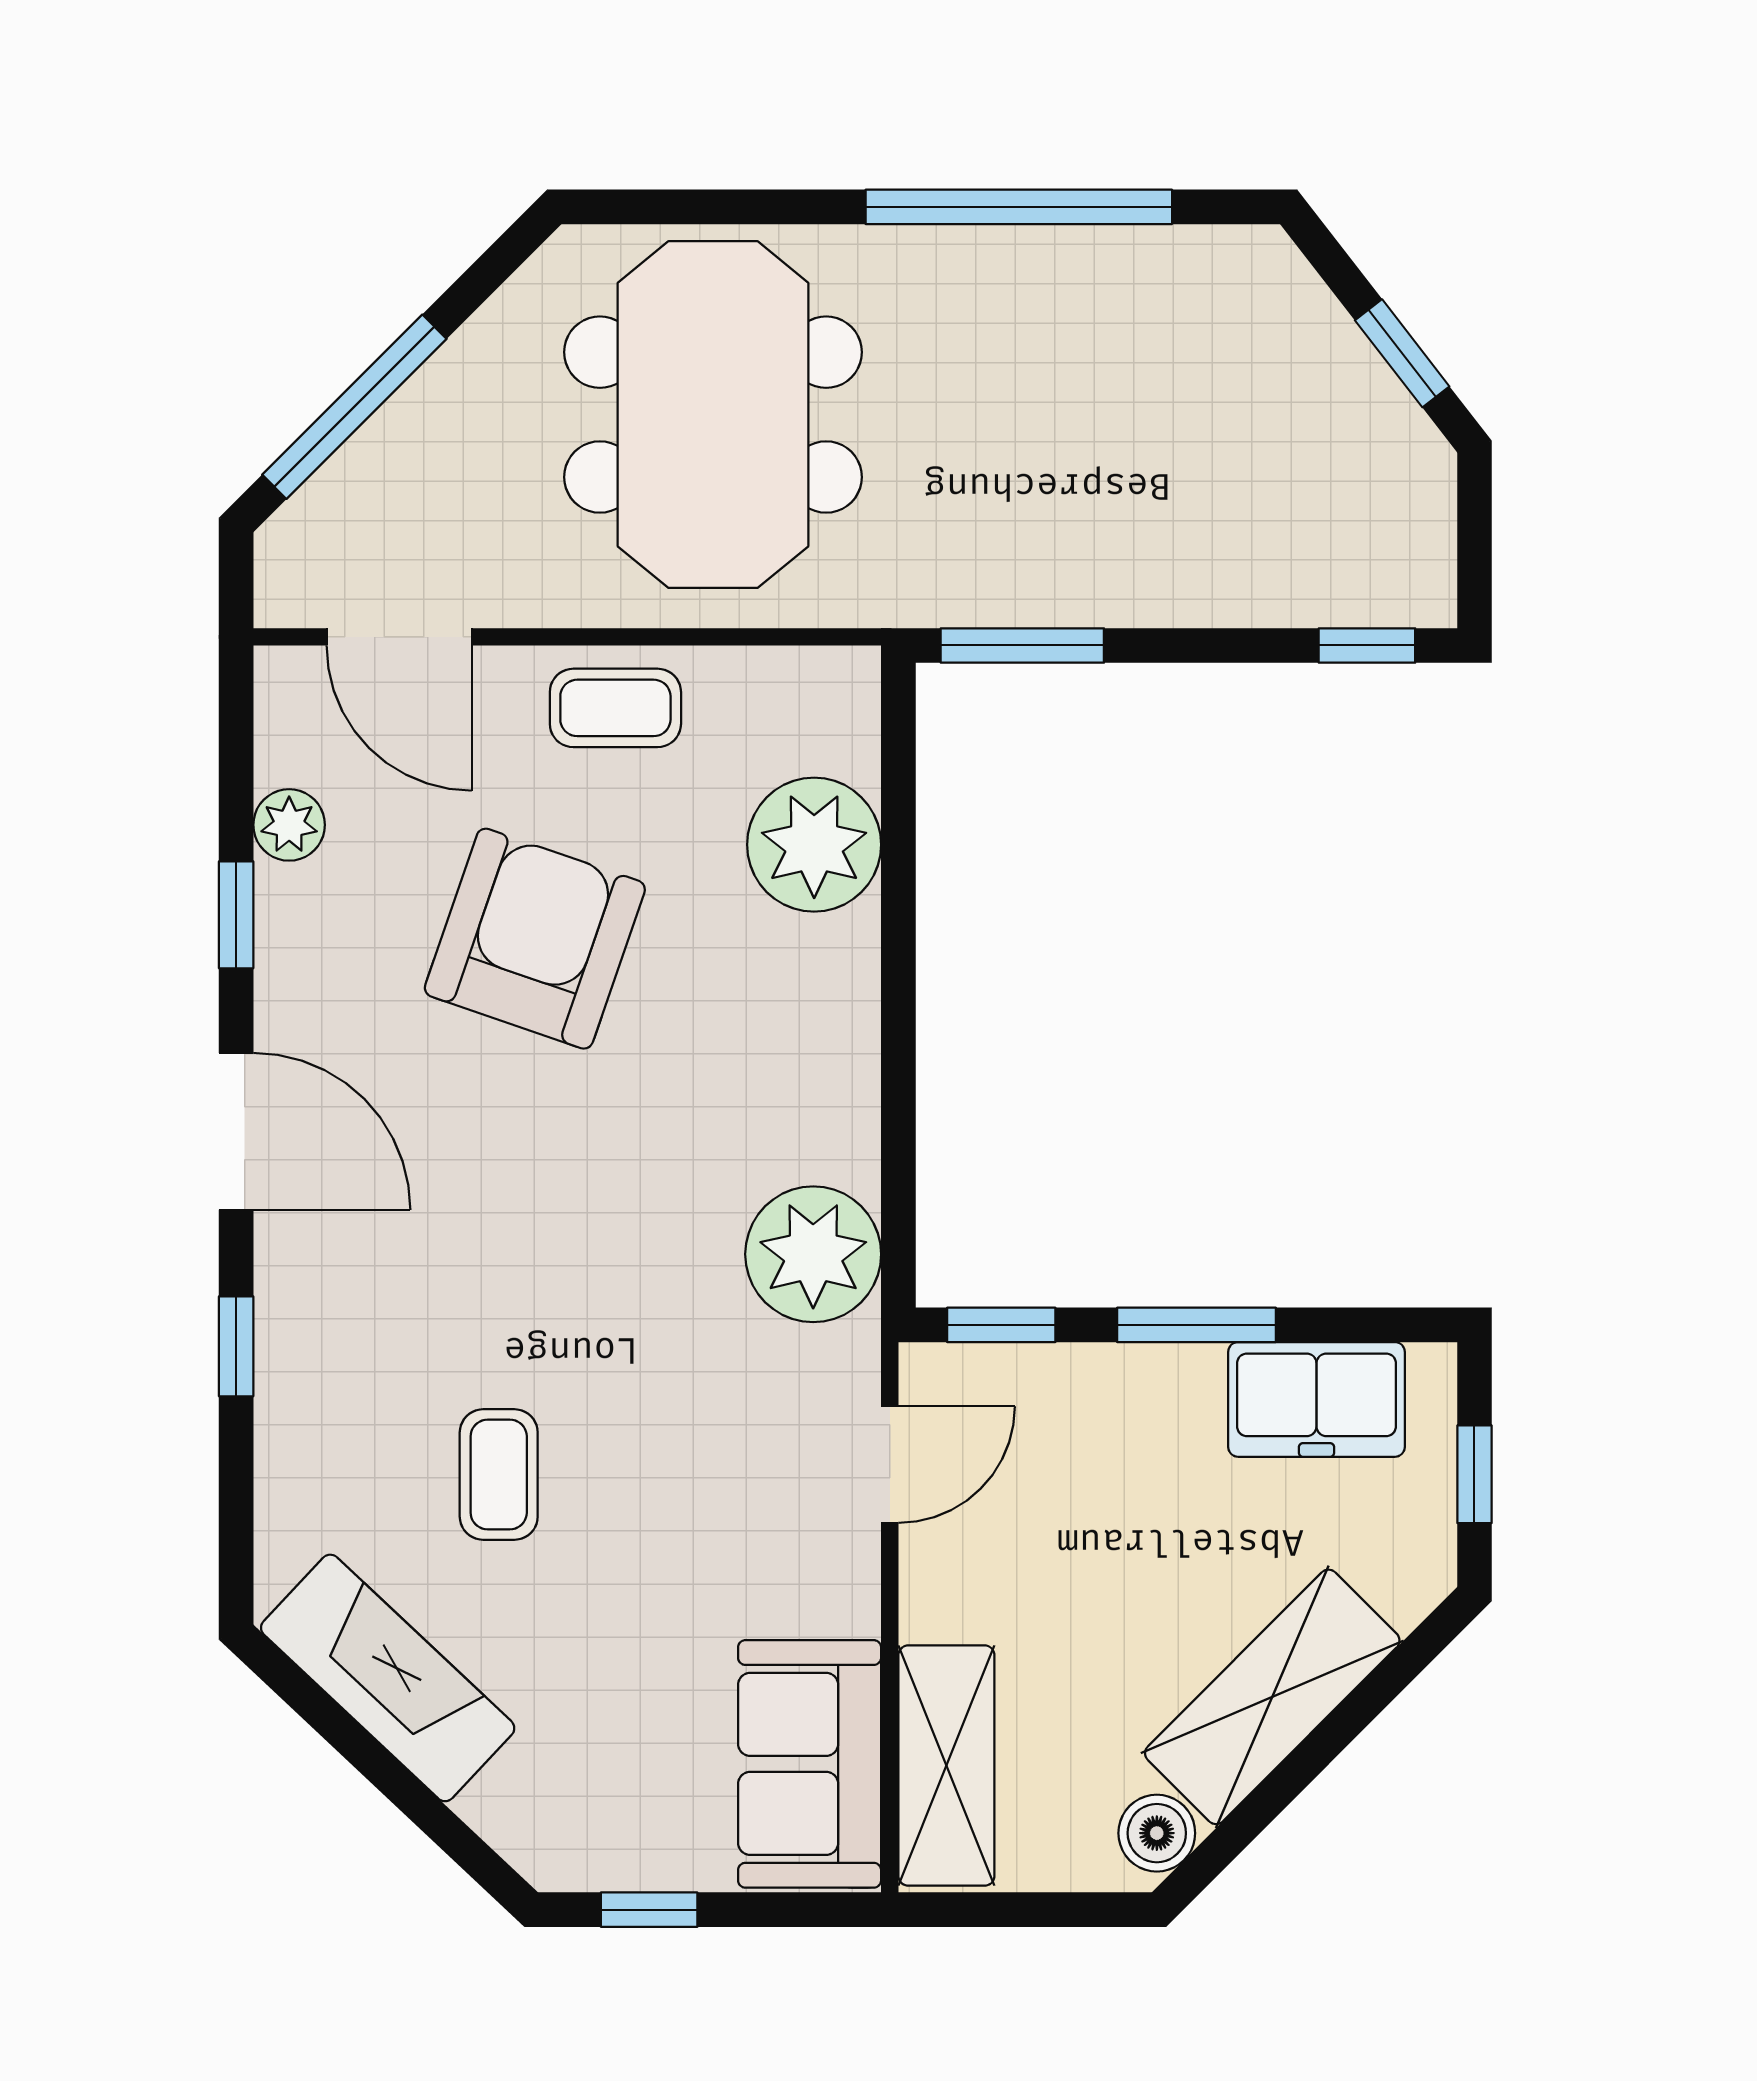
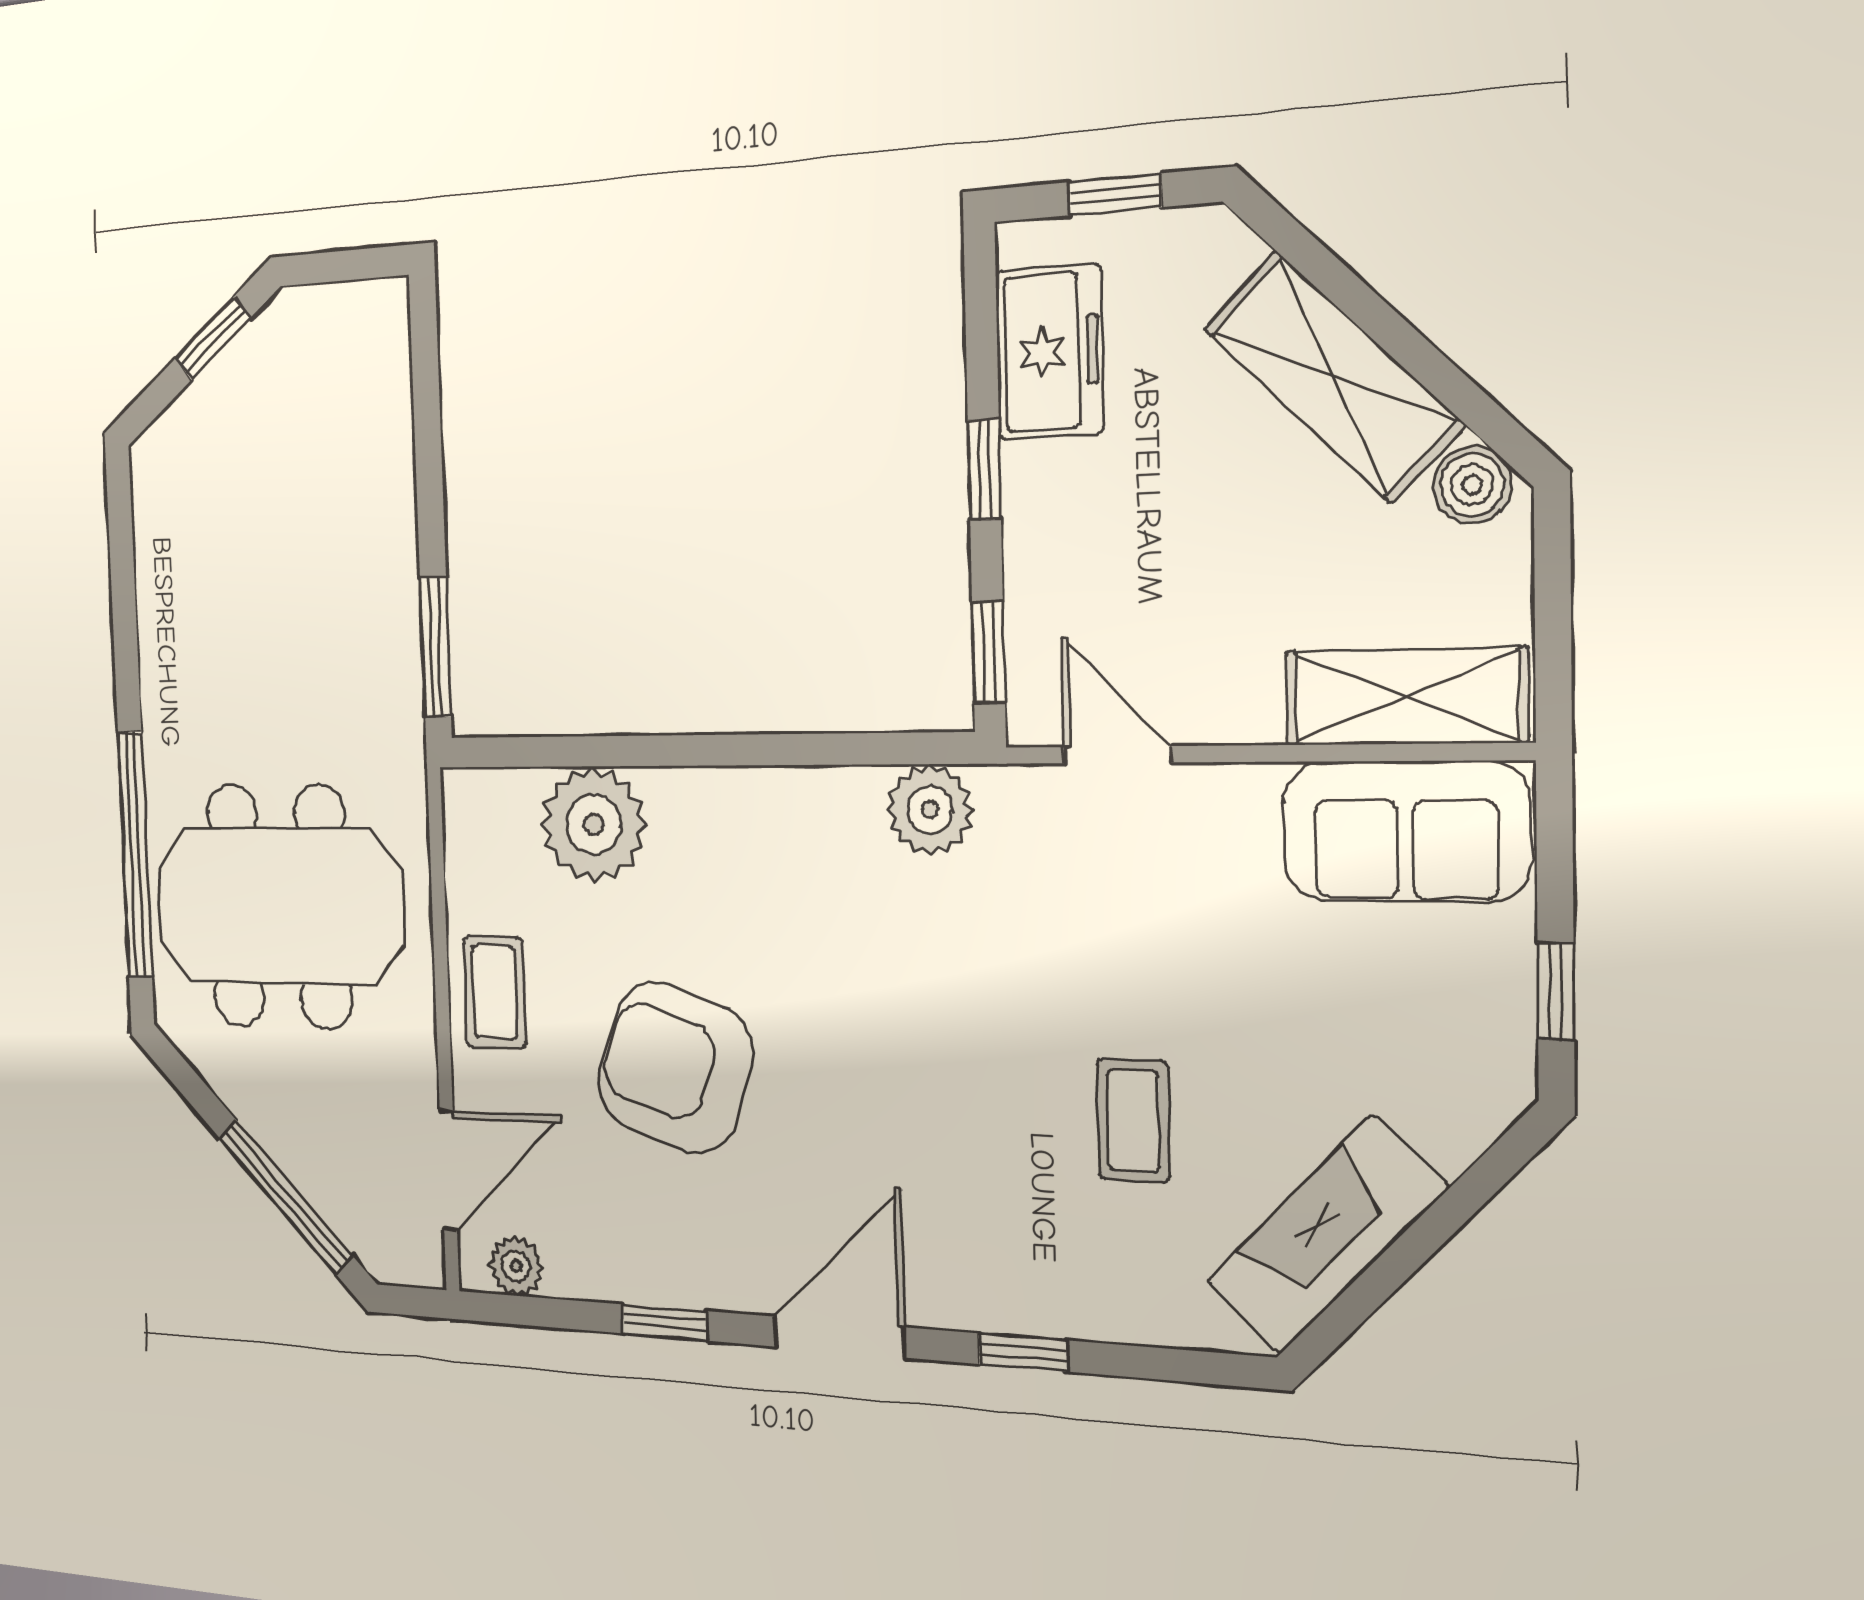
window: (1019, 207) -> (135, 855), moved
window: (1367, 645) -> (425, 352), removed
plant: (289, 825) -> (516, 1266), moved
plant: (813, 1254) -> (930, 810), width x0.73, depth x0.73
window: (1197, 1325) -> (984, 470), width x0.67
coffee table: (499, 1475) -> (1133, 1120), turned 90

